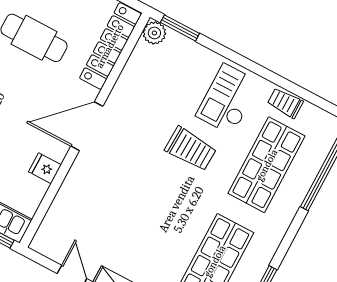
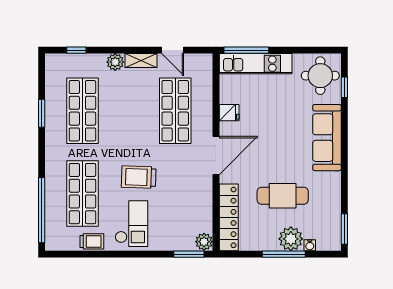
shop shelf: (107, 204) -> (175, 111), added

